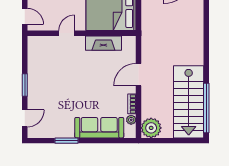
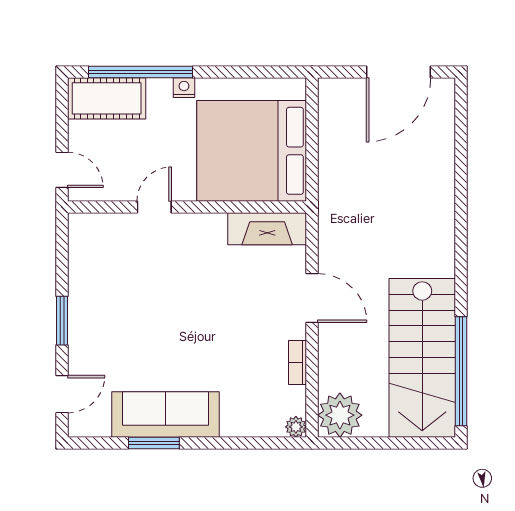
fireplace: (103, 43) -> (267, 229), moved
door: (139, 75) -> (312, 298), swing flipped
plant: (131, 120) -> (296, 427), moved
sofa: (99, 128) -> (166, 415), moved

